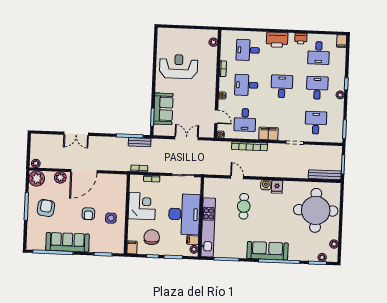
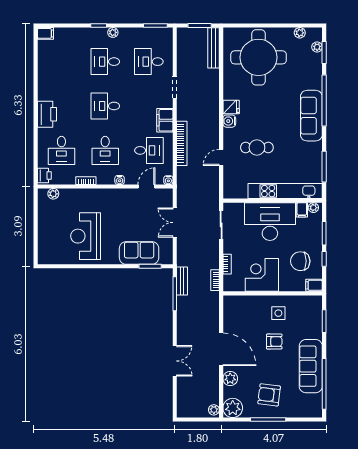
printer: (301, 39) -> (44, 175), moved
desk: (319, 53) -> (61, 62), removed

